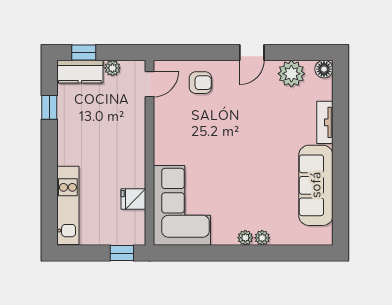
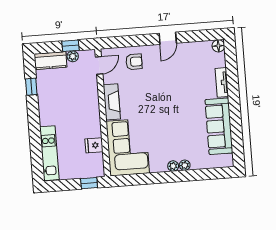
window: (84, 53) -> (71, 46), moved
plant: (291, 74) -> (196, 51), removed
fireplace: (164, 138) -> (112, 102), added

